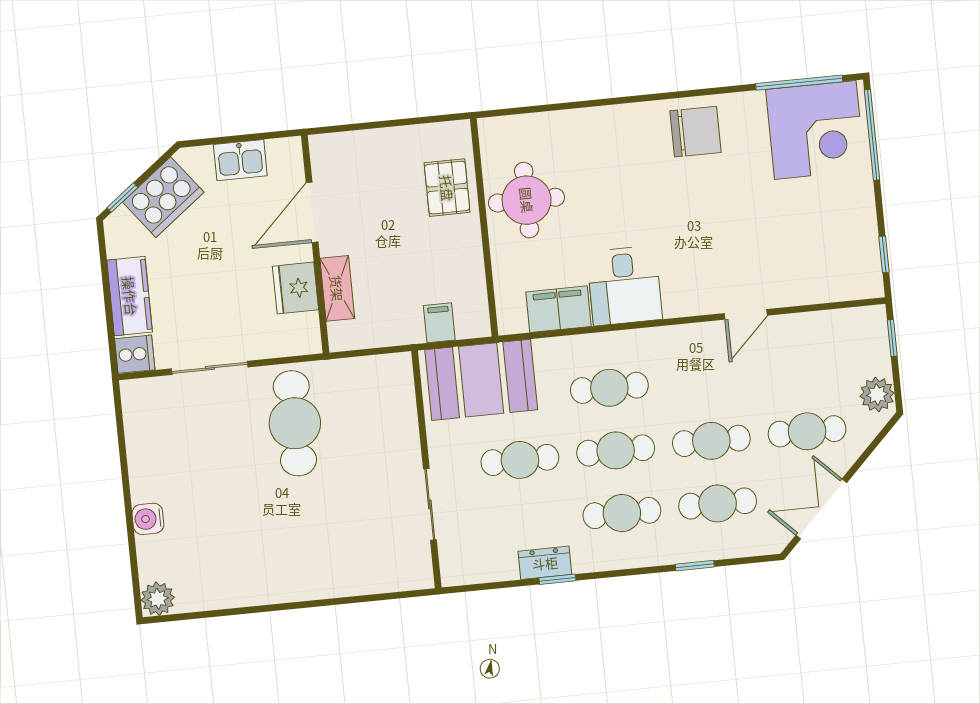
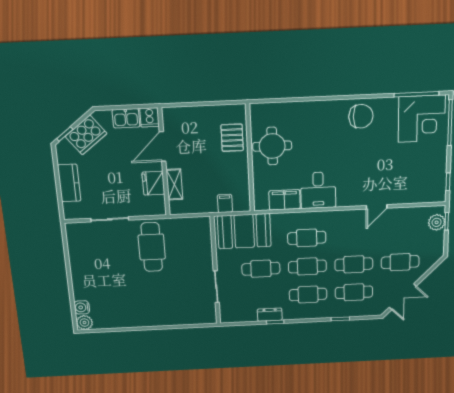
cooker: (135, 354) -> (150, 117), moved, turned 90
plant: (877, 395) -> (437, 222), moved
double door: (821, 509) -> (403, 297), swing flipped
water cooler: (148, 519) -> (82, 307), moved

